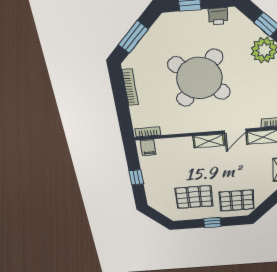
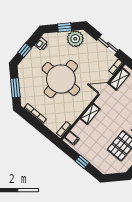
round table: (199, 78) -> (61, 79), turned -38
door: (235, 131) -> (103, 89), swing flipped
shelving: (209, 141) -> (90, 114), moved

